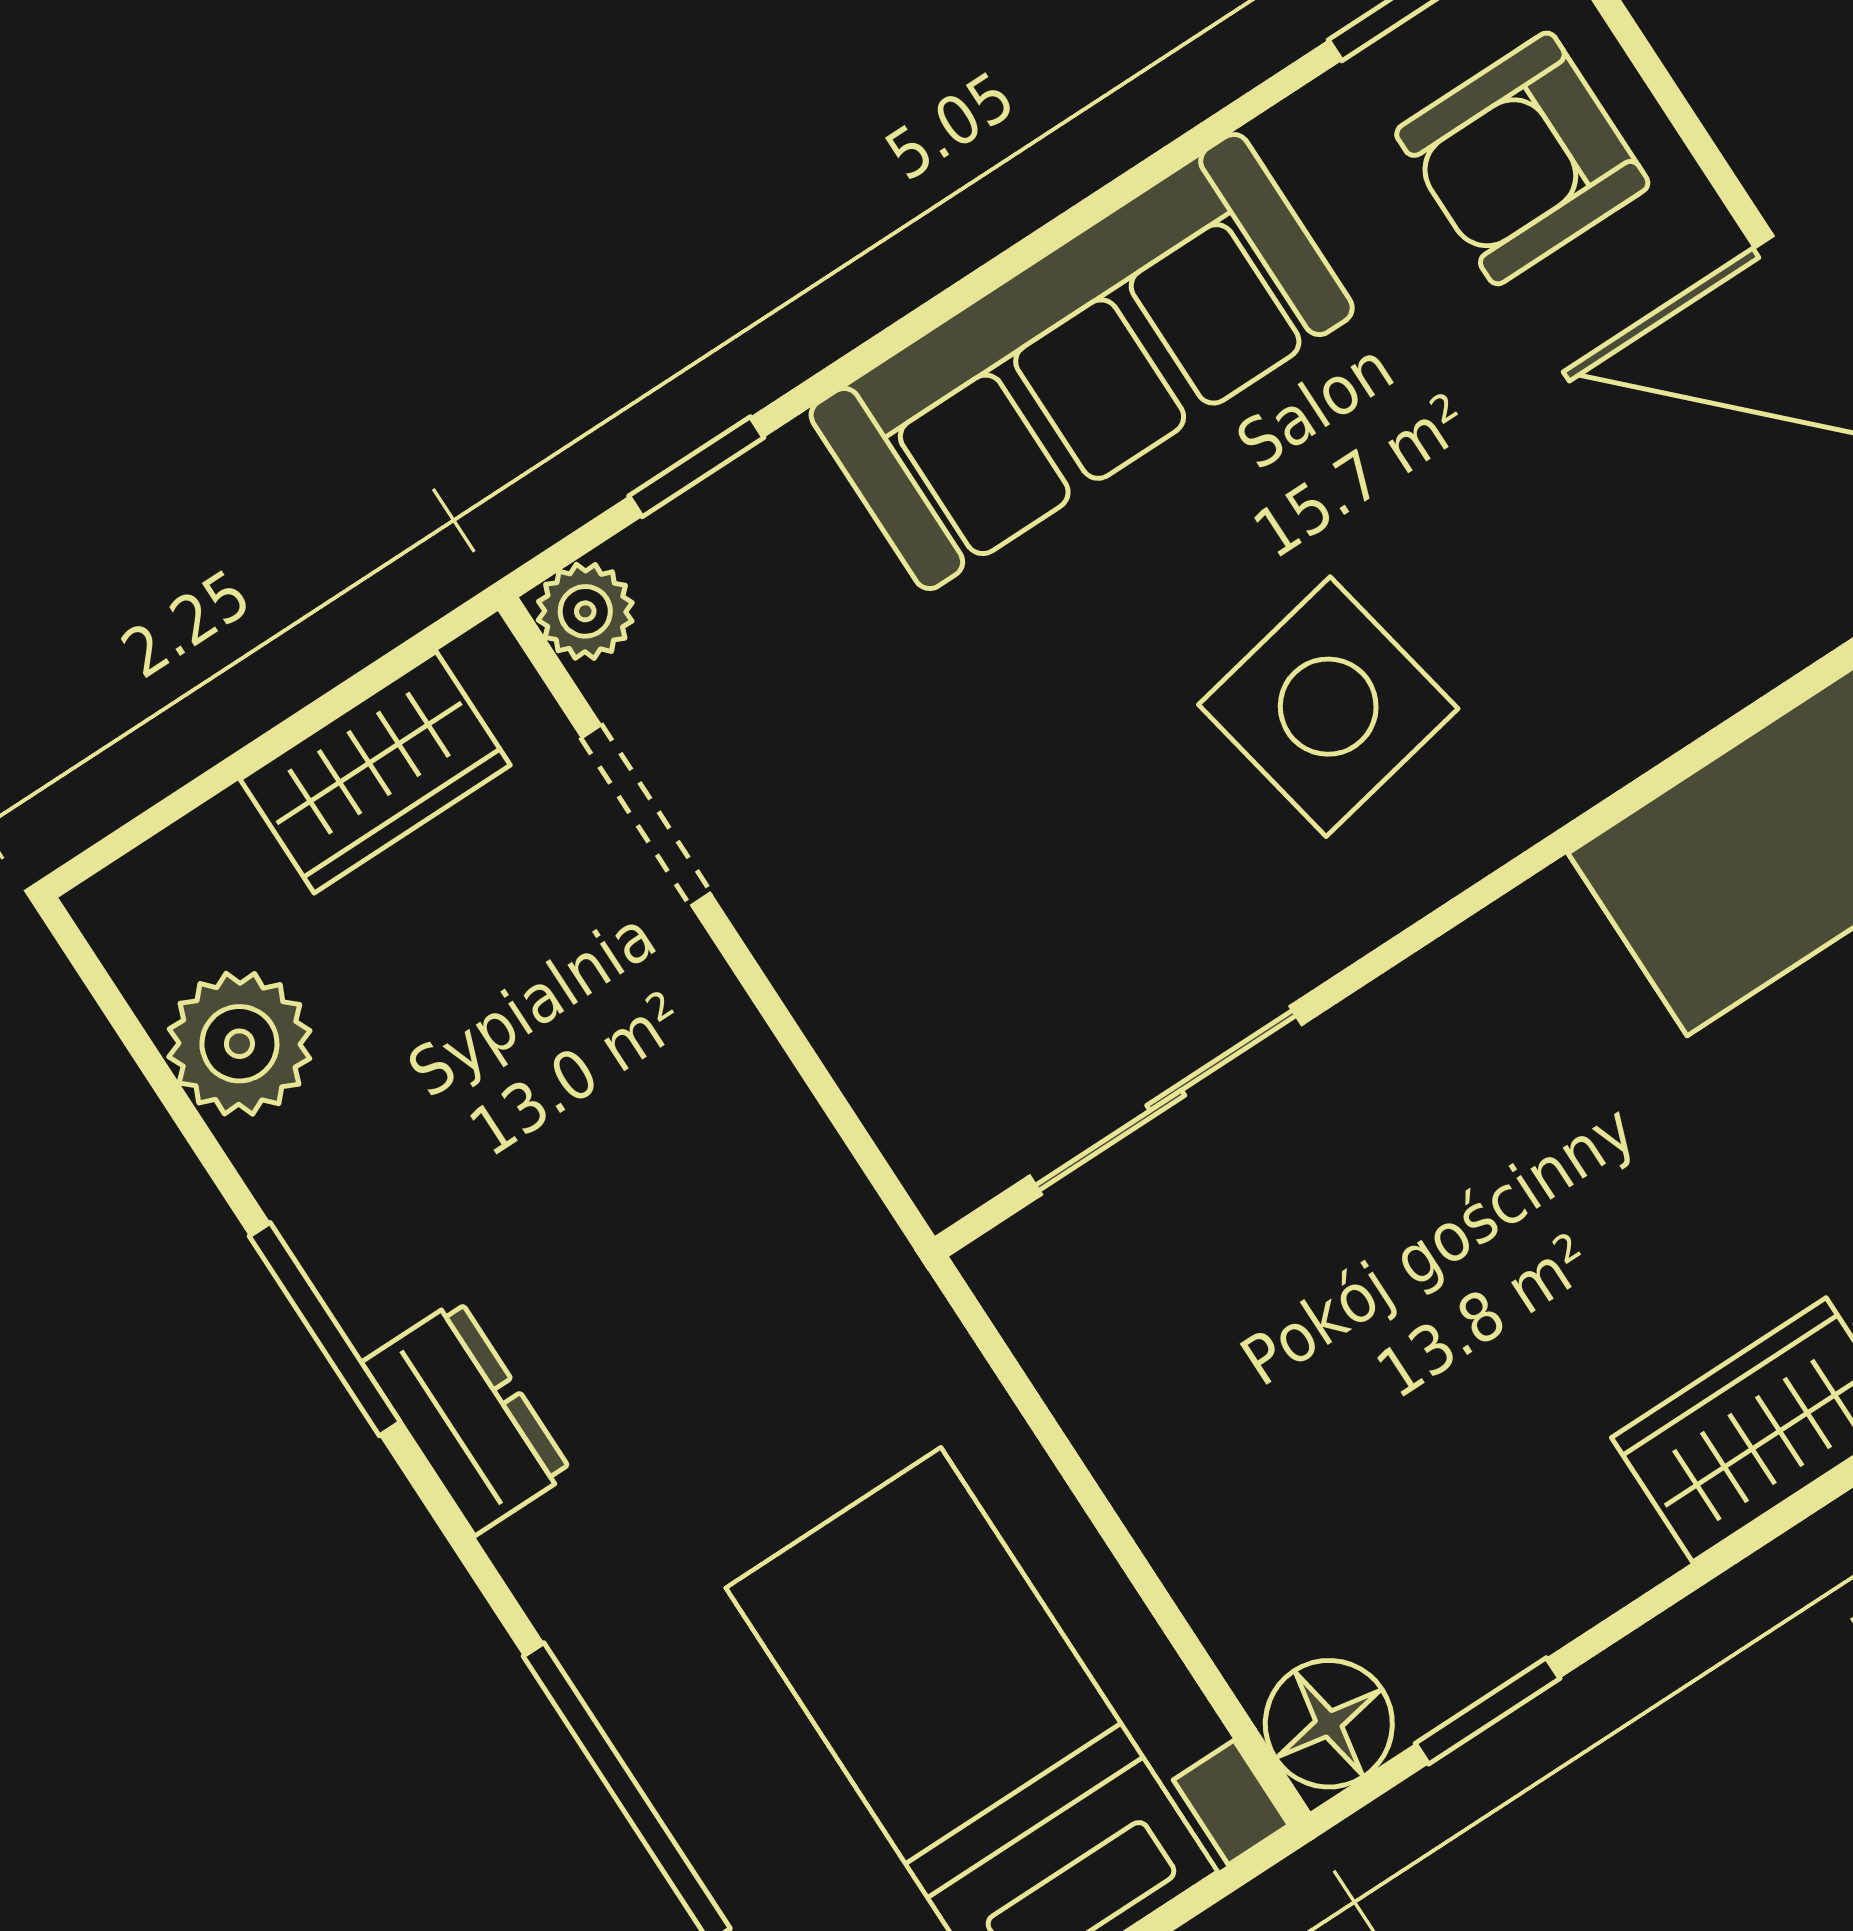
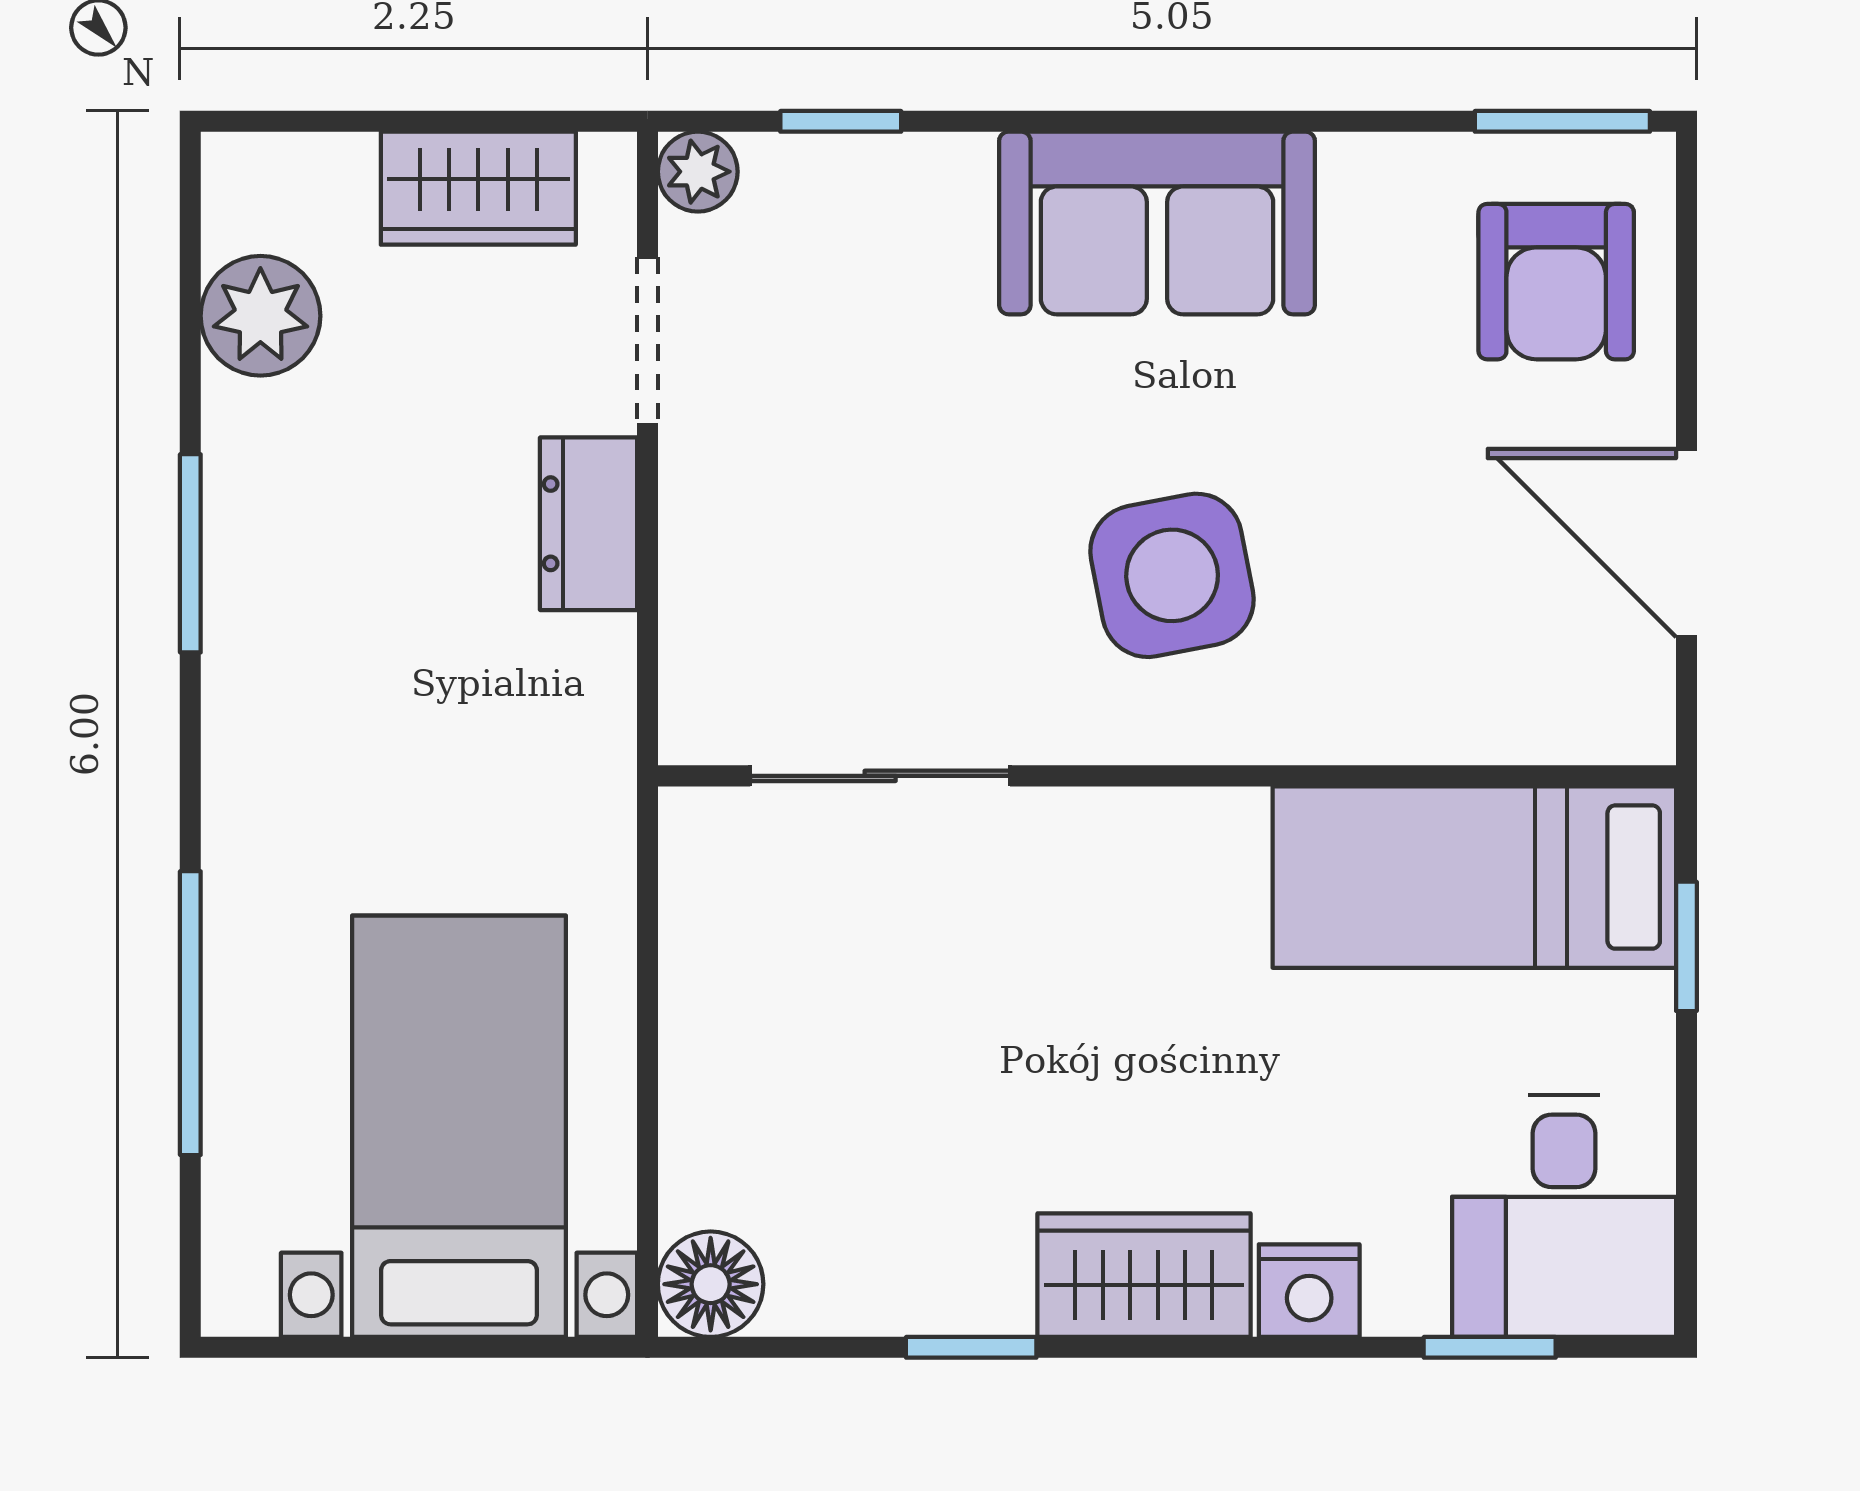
armchair: (1522, 158) -> (1556, 282), turned -90
sofa: (1082, 362) -> (1157, 223), width x0.73
dresser: (467, 1417) -> (589, 524), moved, turned 180
window: (1488, 1711) -> (971, 1347), moved

